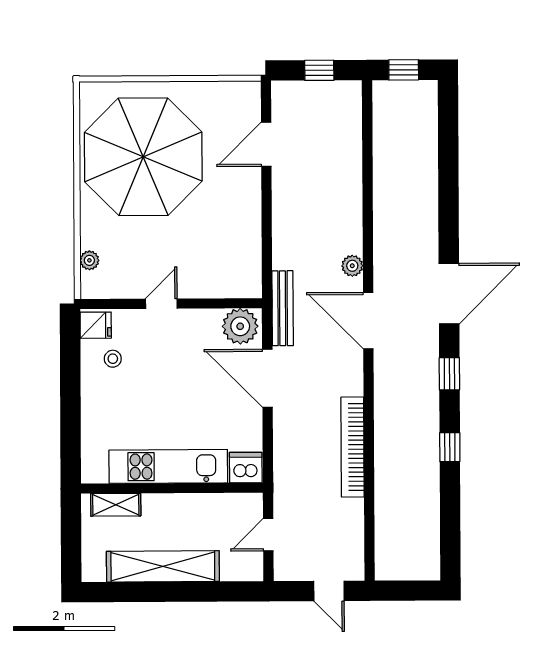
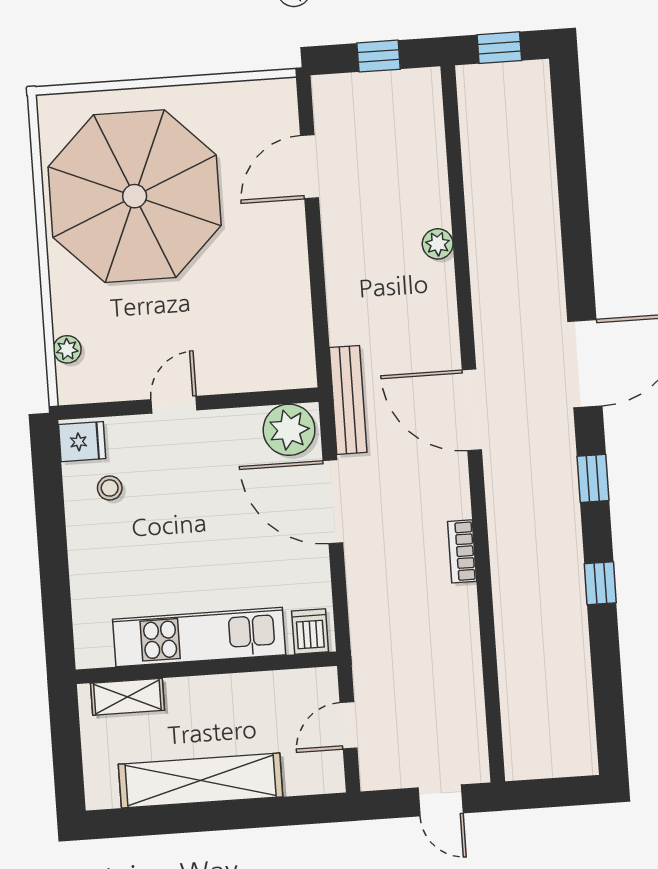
plant: (352, 266) -> (438, 244), moved
bookcase: (353, 447) -> (462, 551), width x0.43, depth x0.76
dishwasher: (246, 468) -> (310, 631), width x0.73

